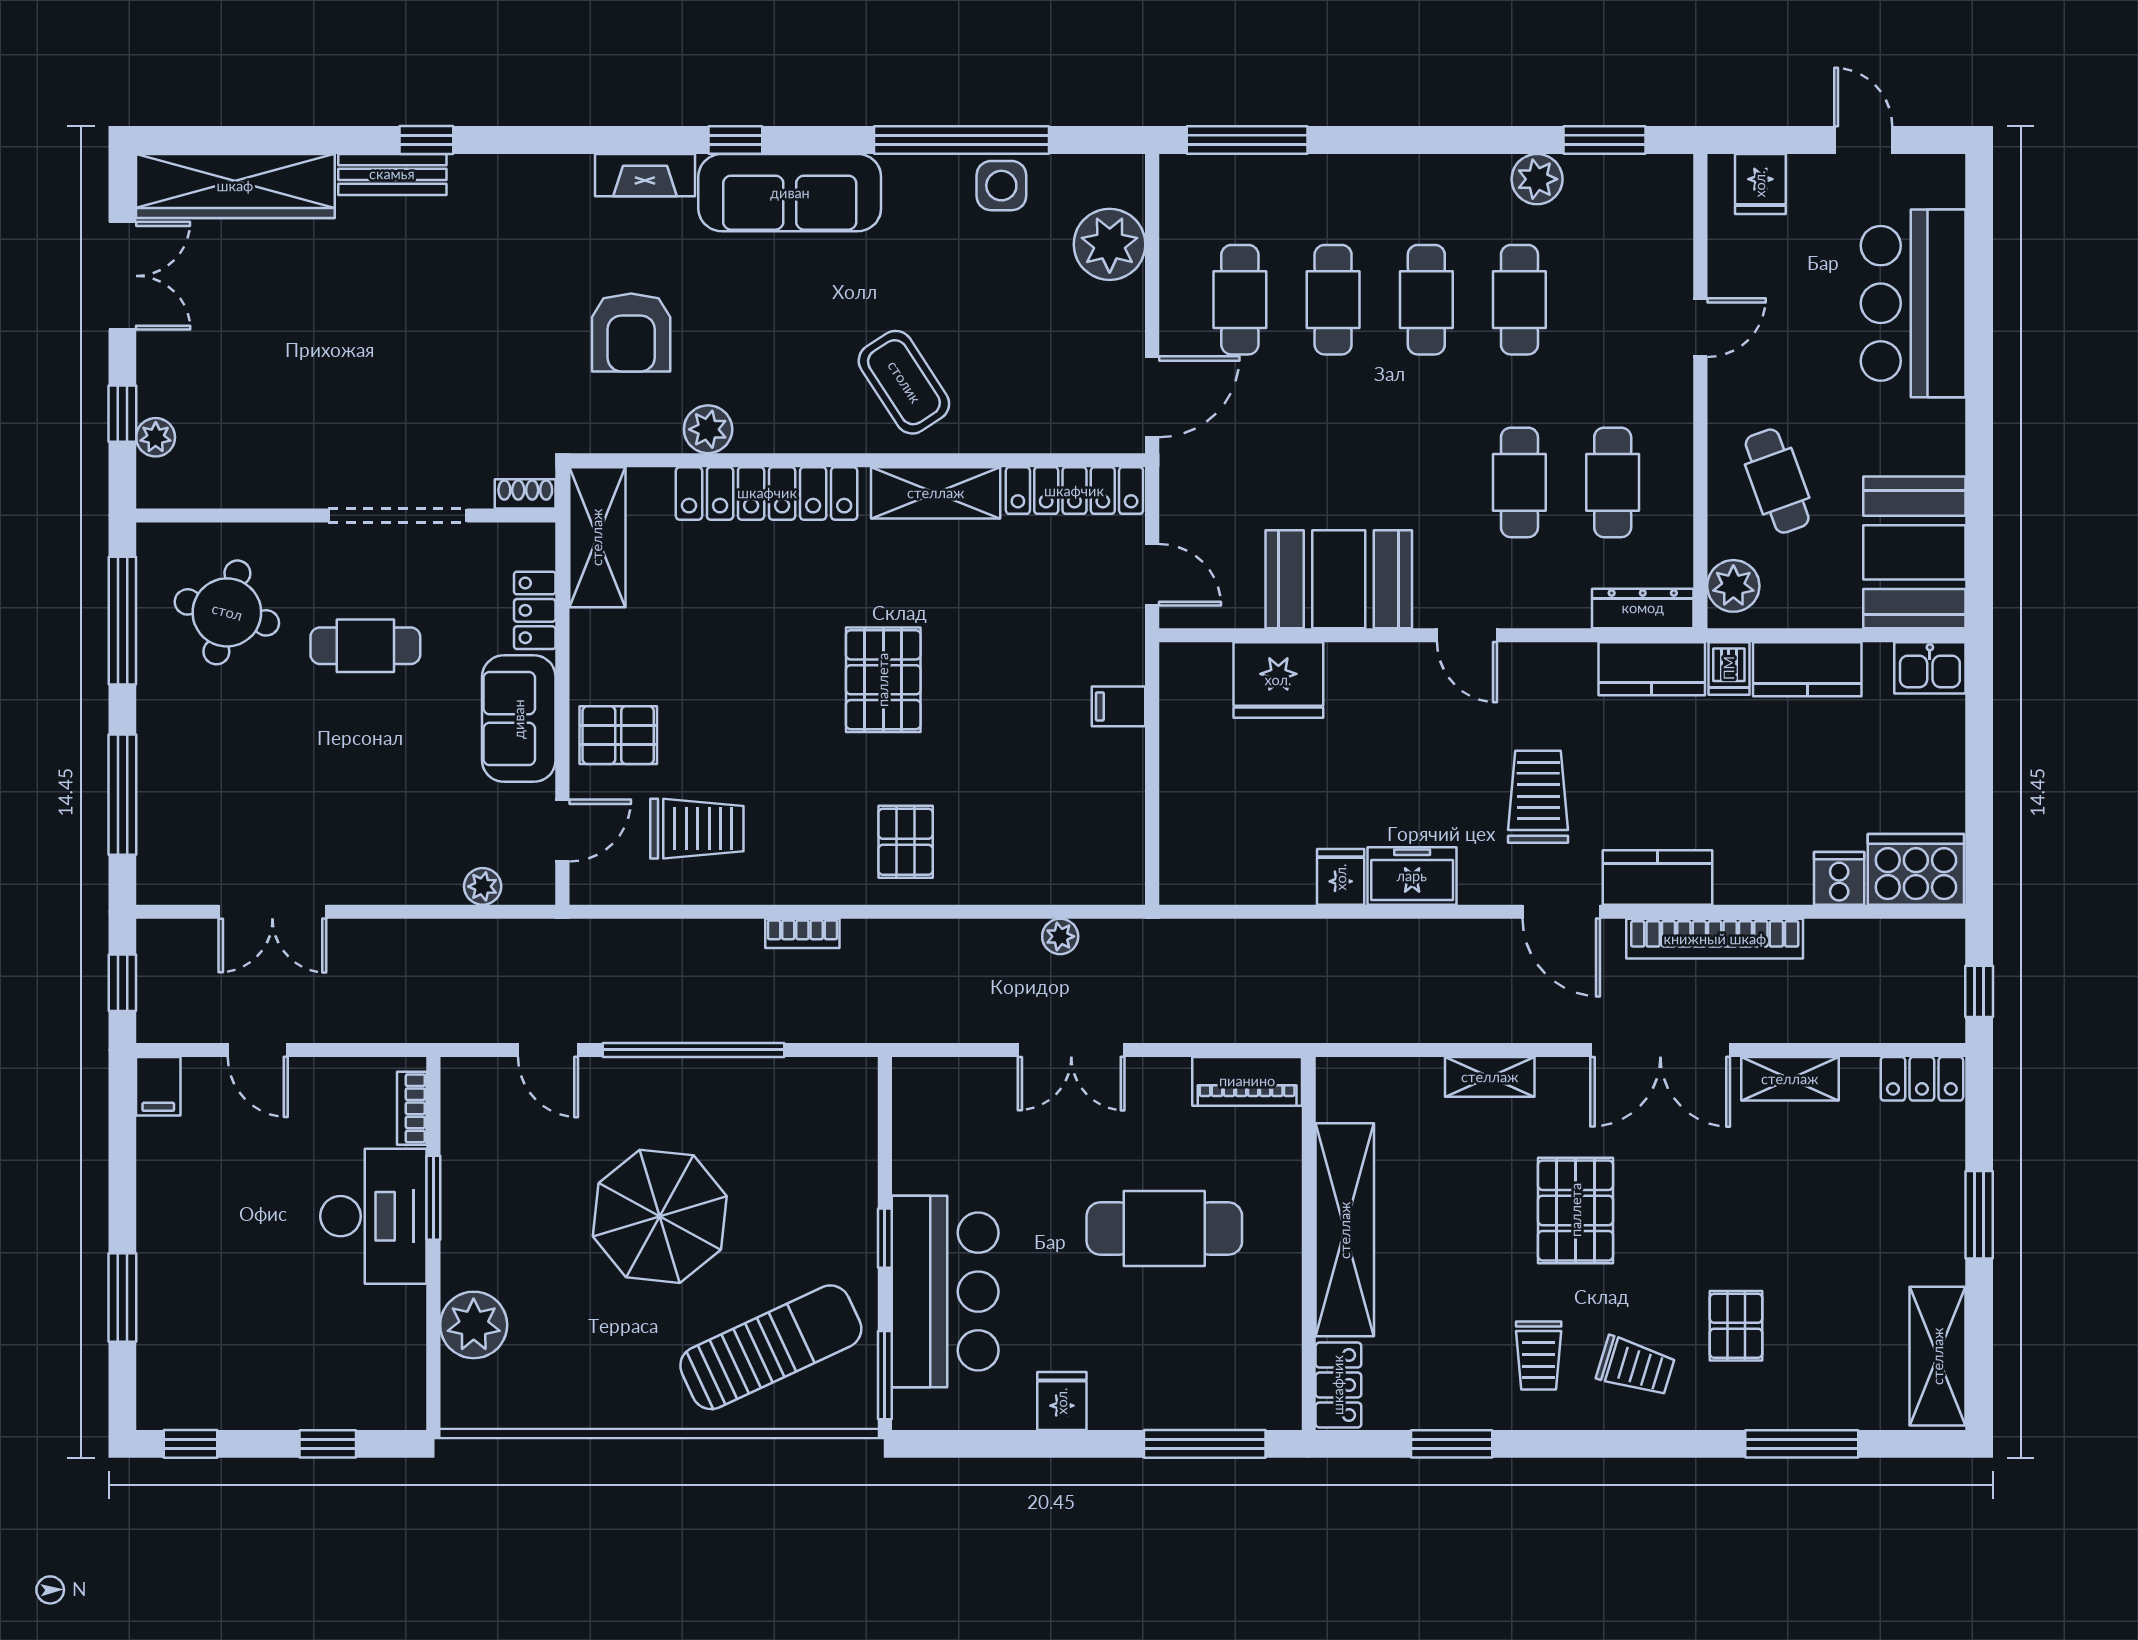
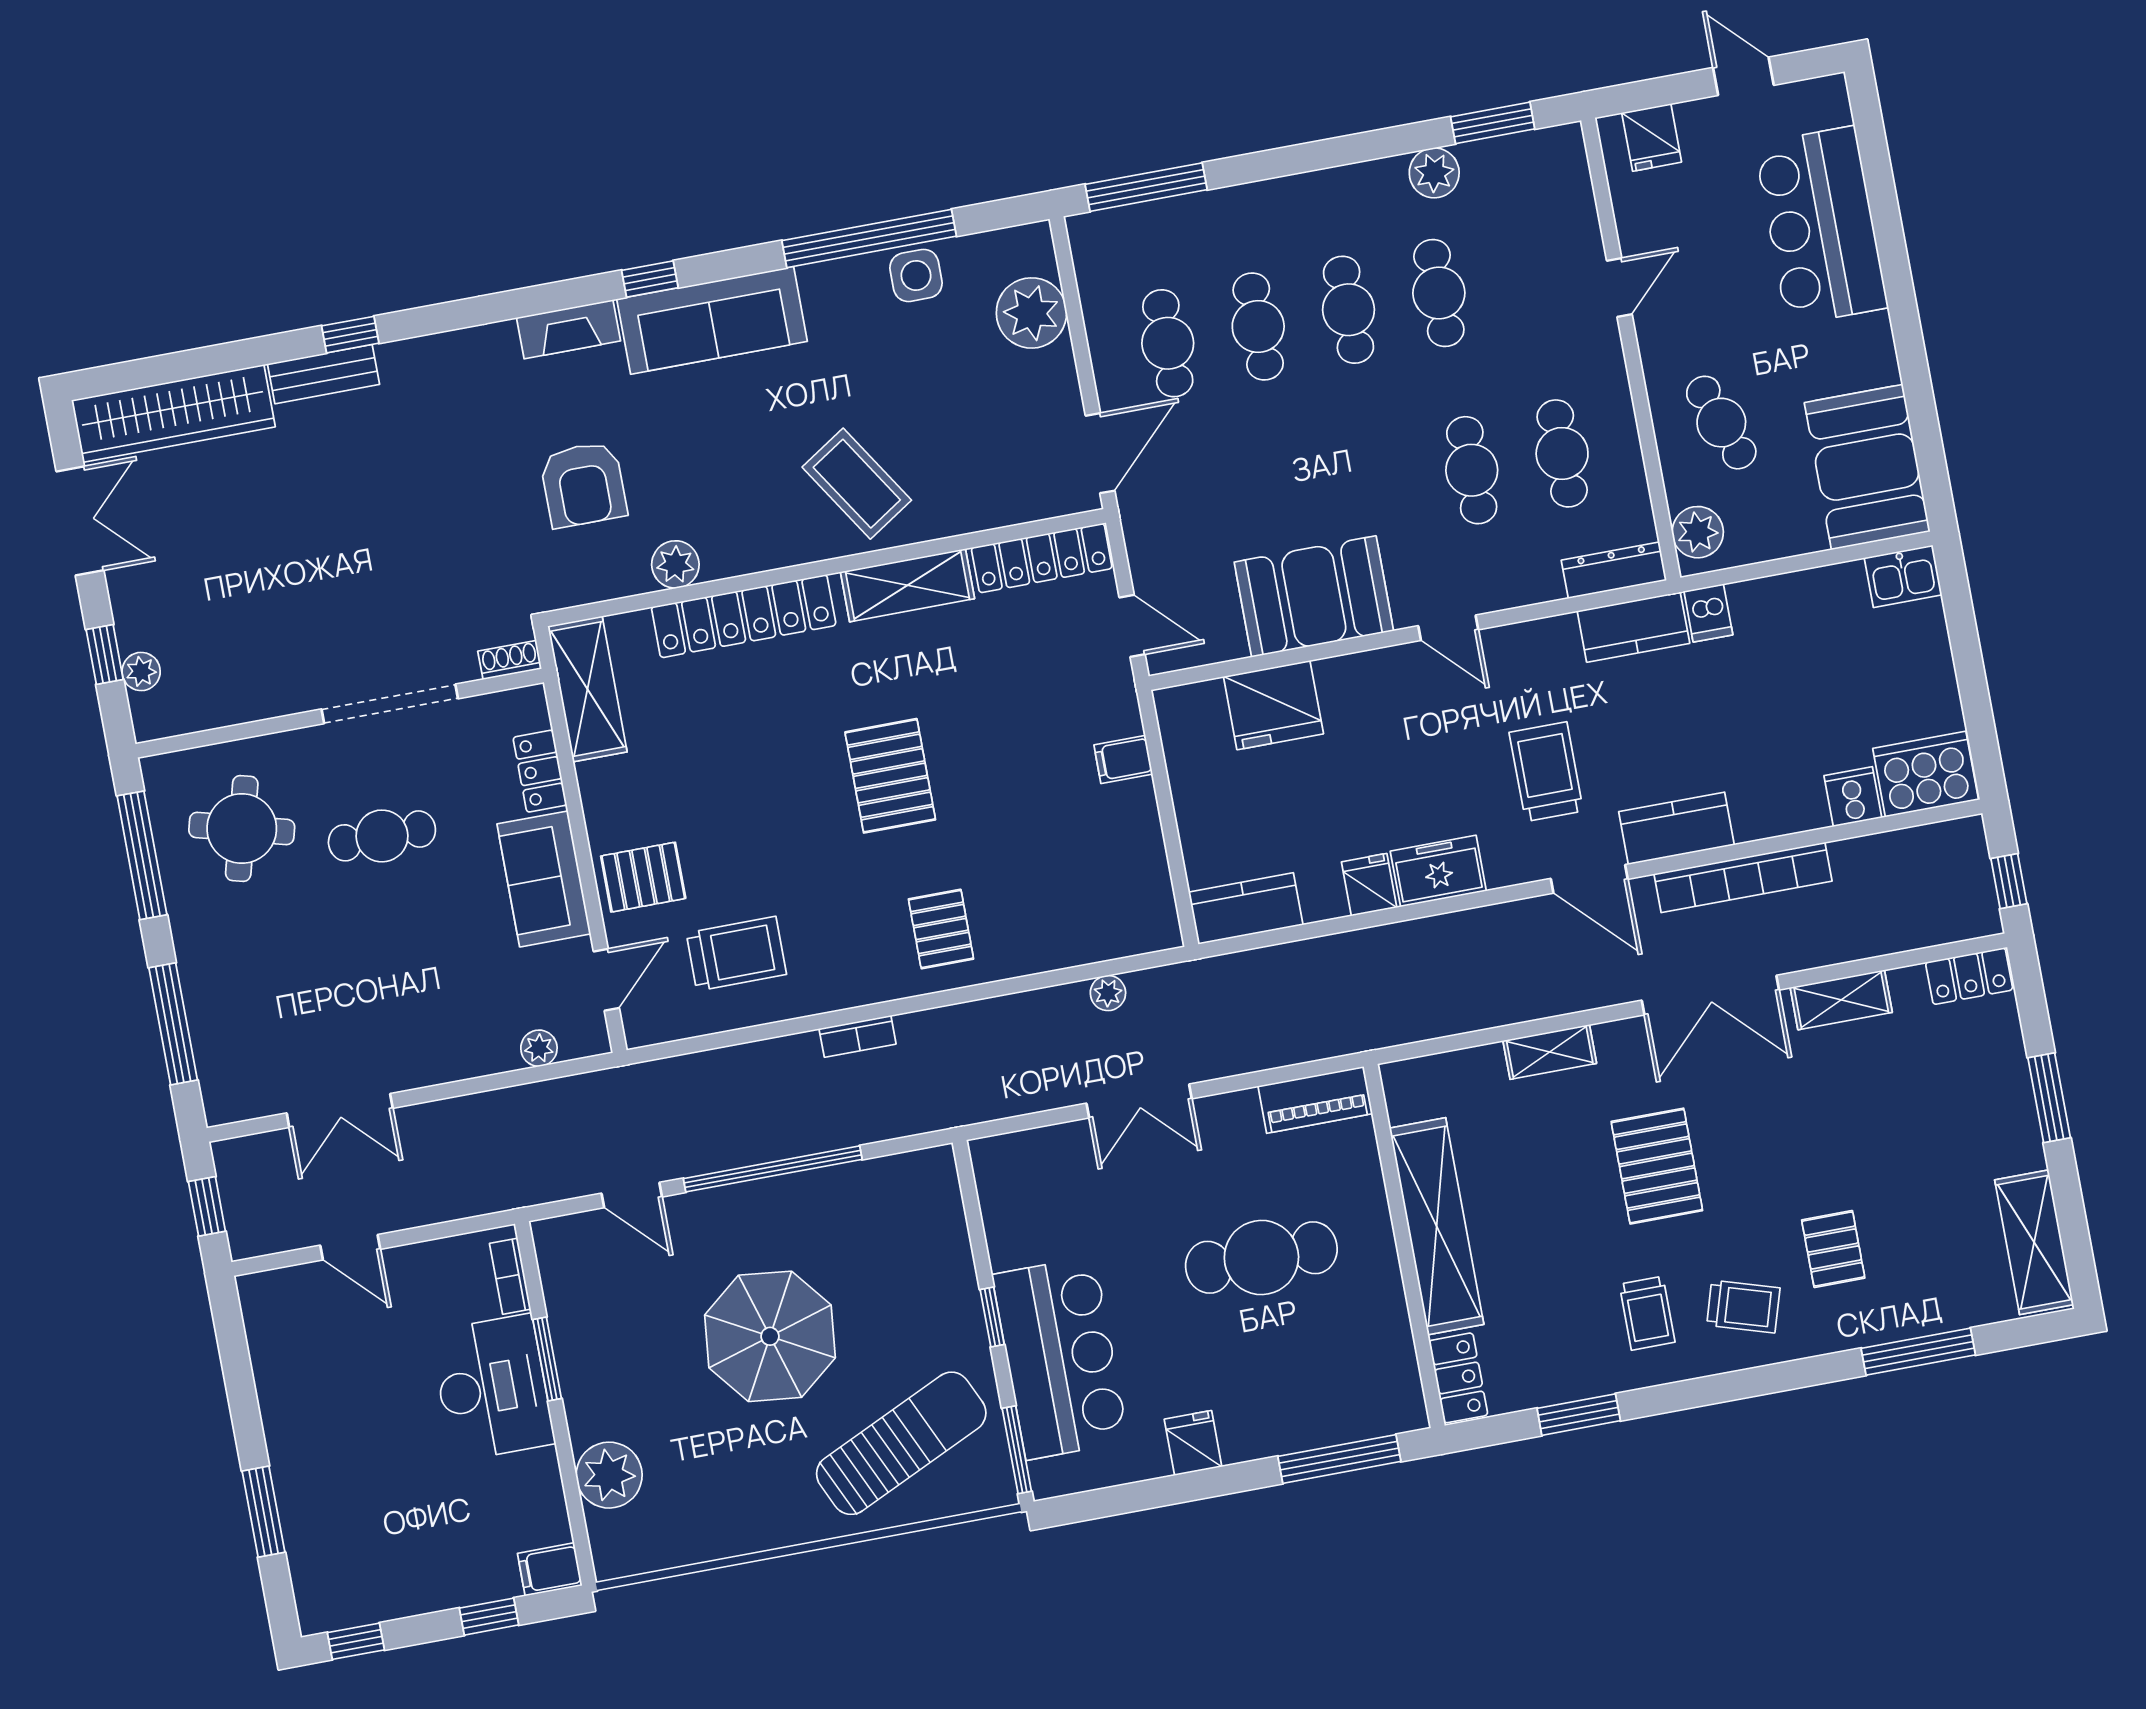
kitchen counter: (1807, 669) -> (1246, 909), moved, turned 180
filing cabinet: (158, 1086) -> (550, 1569), moved, turned 90

